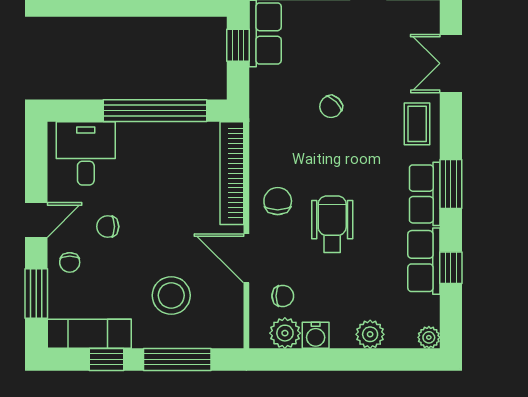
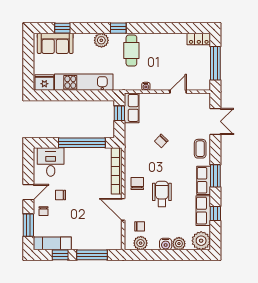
double door: (451, 63) -> (215, 121), swing flipped
stool: (171, 295) -> (89, 226), removed
water cooler: (316, 335) -> (166, 244), moved
plant: (429, 337) -> (201, 241), width x1.87, depth x1.87

